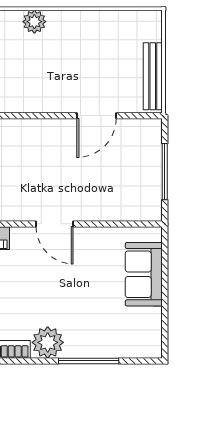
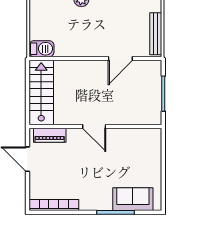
sofa: (144, 274) -> (133, 199), moved, turned 90
plant: (48, 342) -> (90, 201), removed

